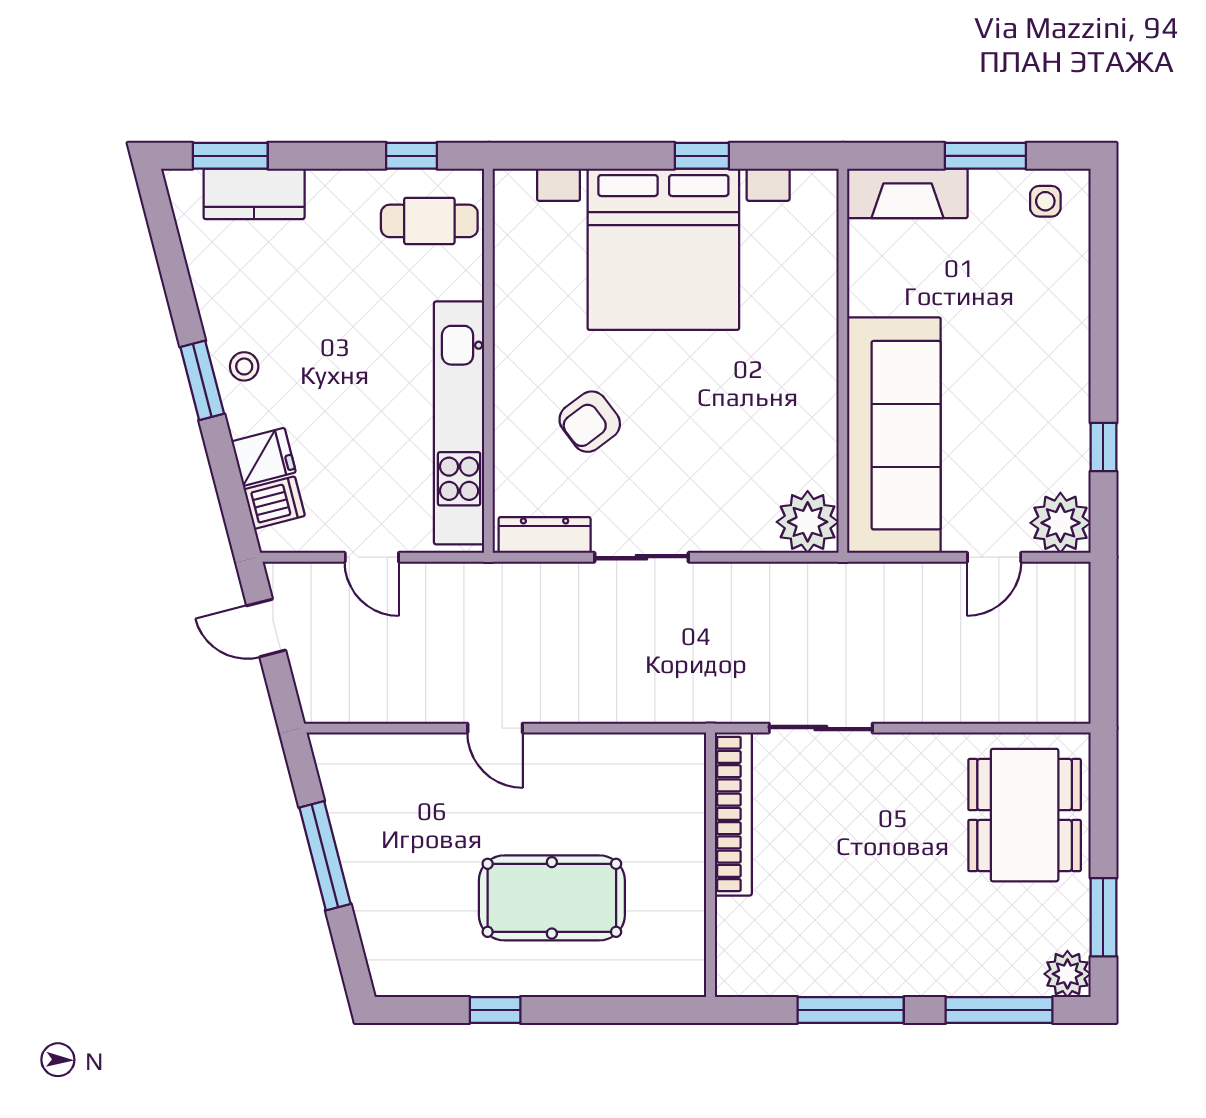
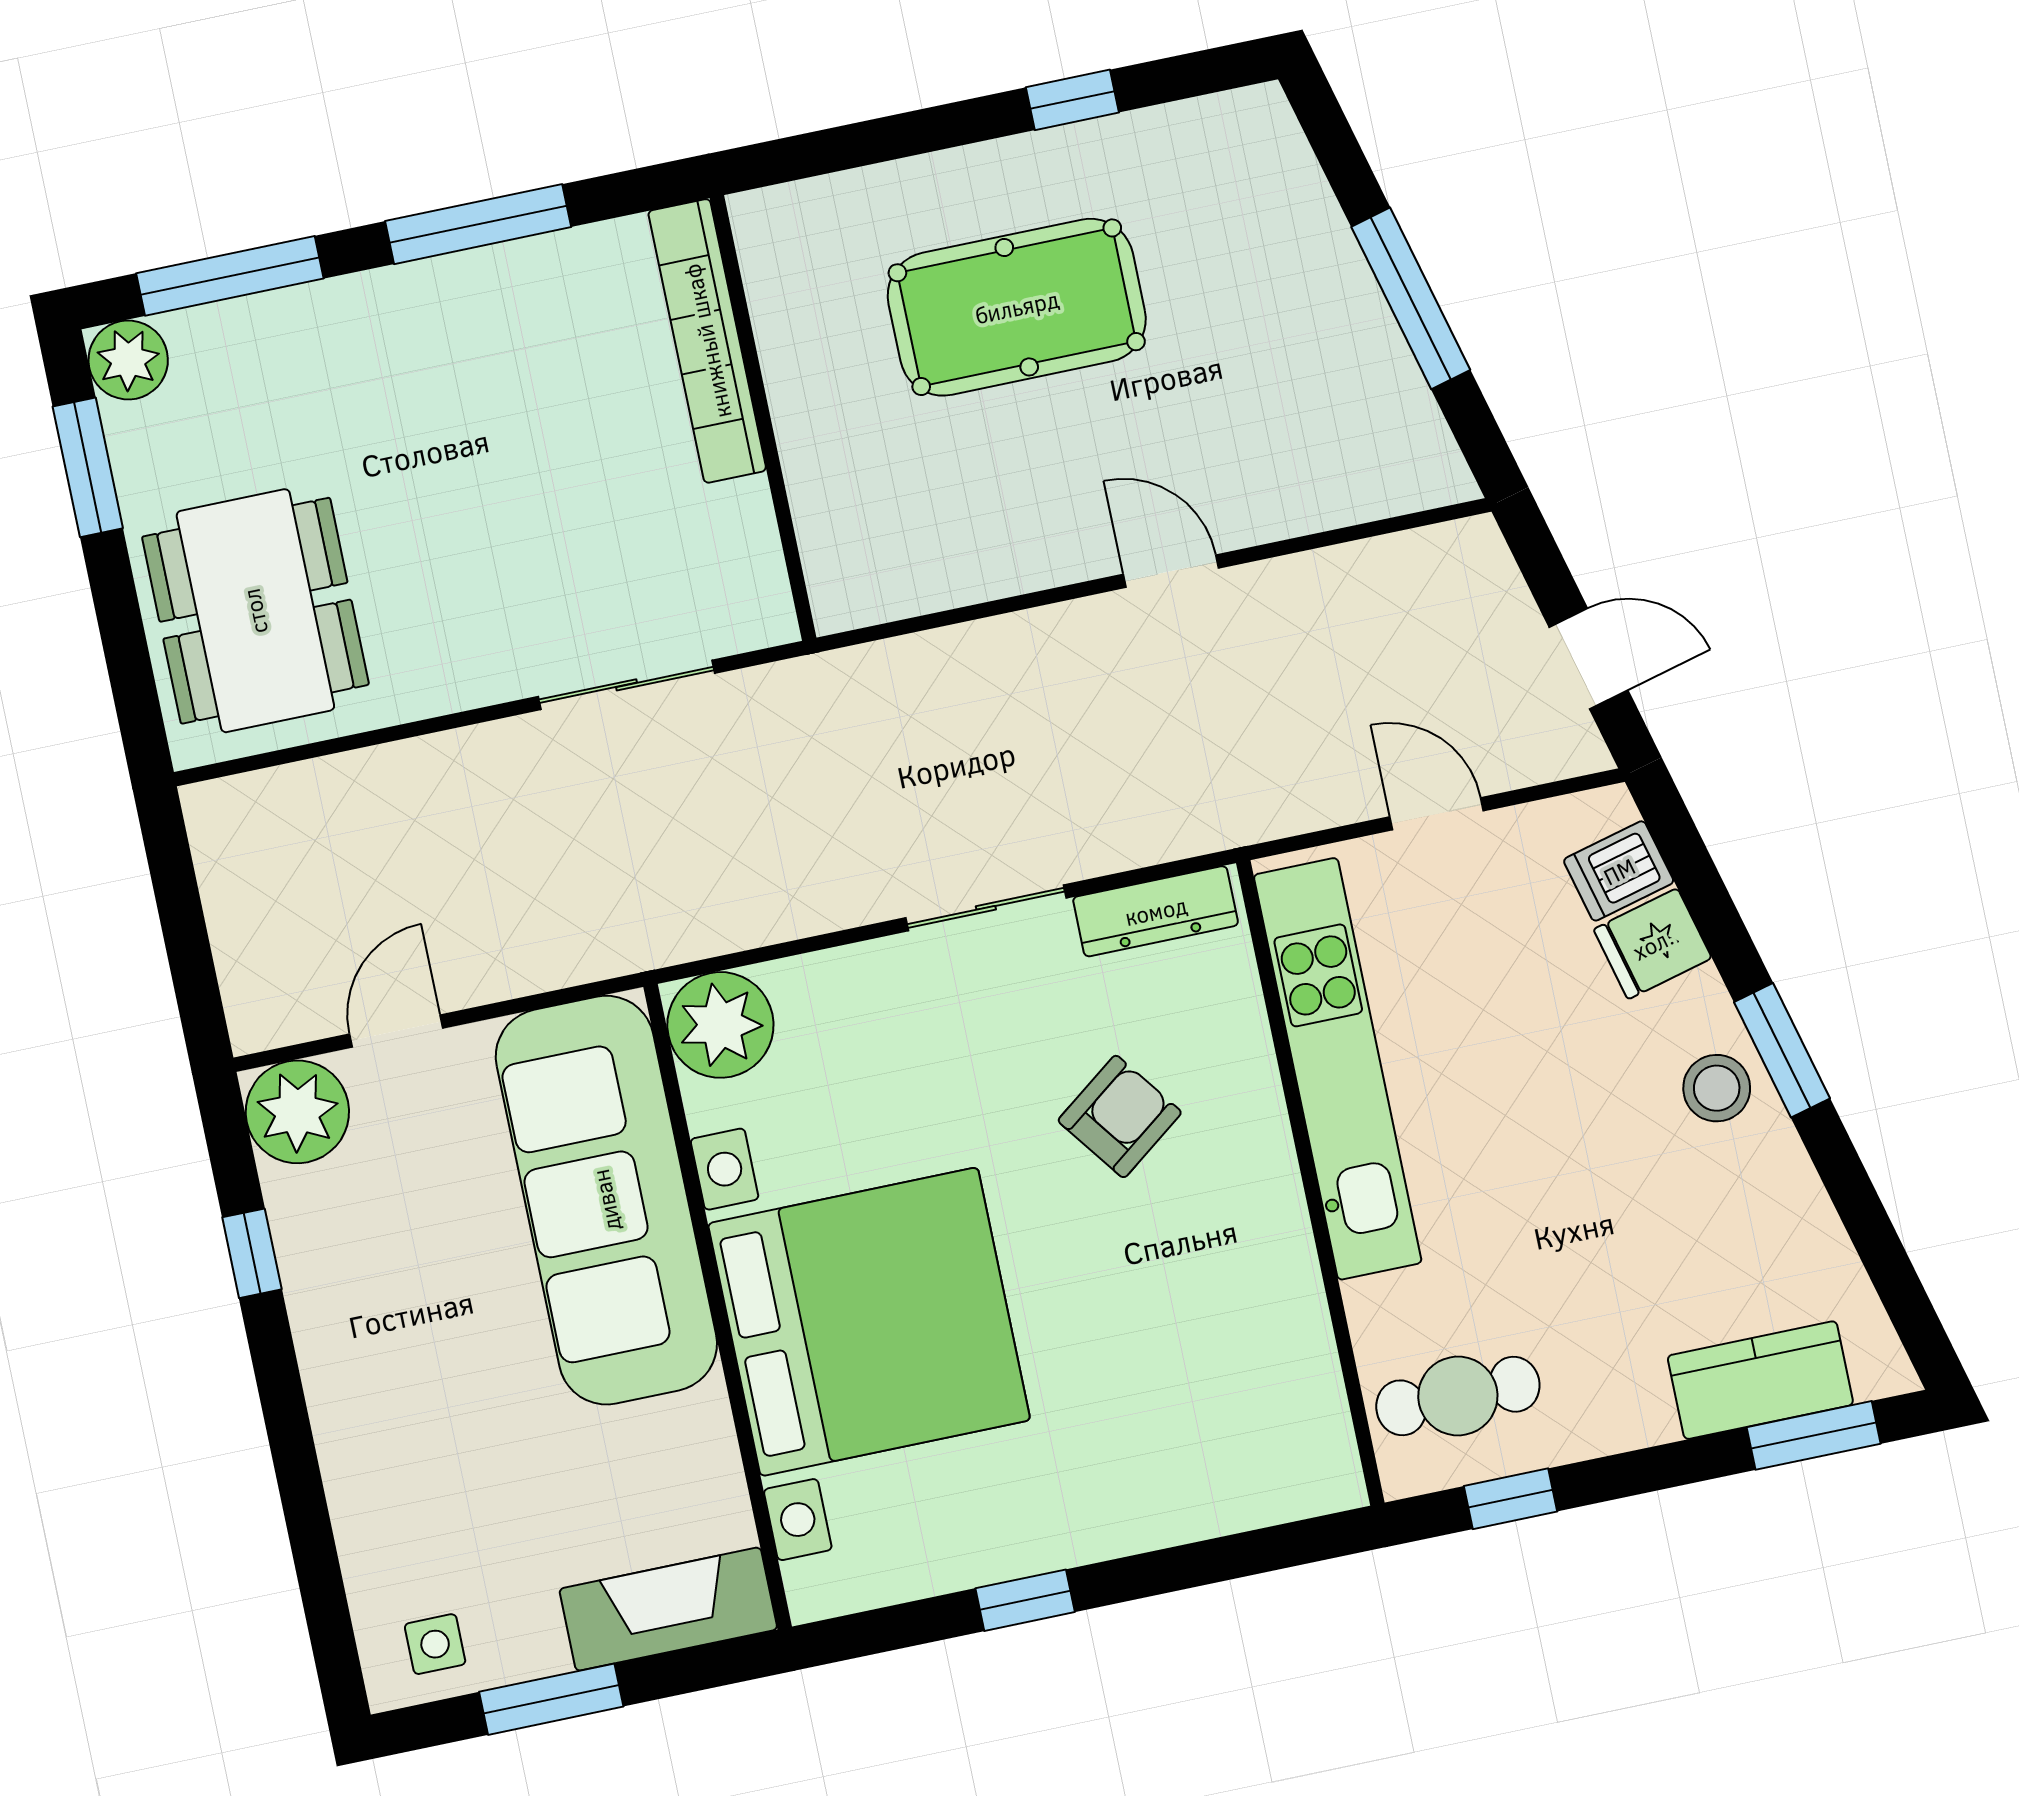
bed with nightstands: (663, 249) -> (869, 1322), moved, turned 90
stool: (244, 366) -> (1717, 1088), width x1.37, depth x1.37
bookcase: (733, 814) -> (707, 341), moved

